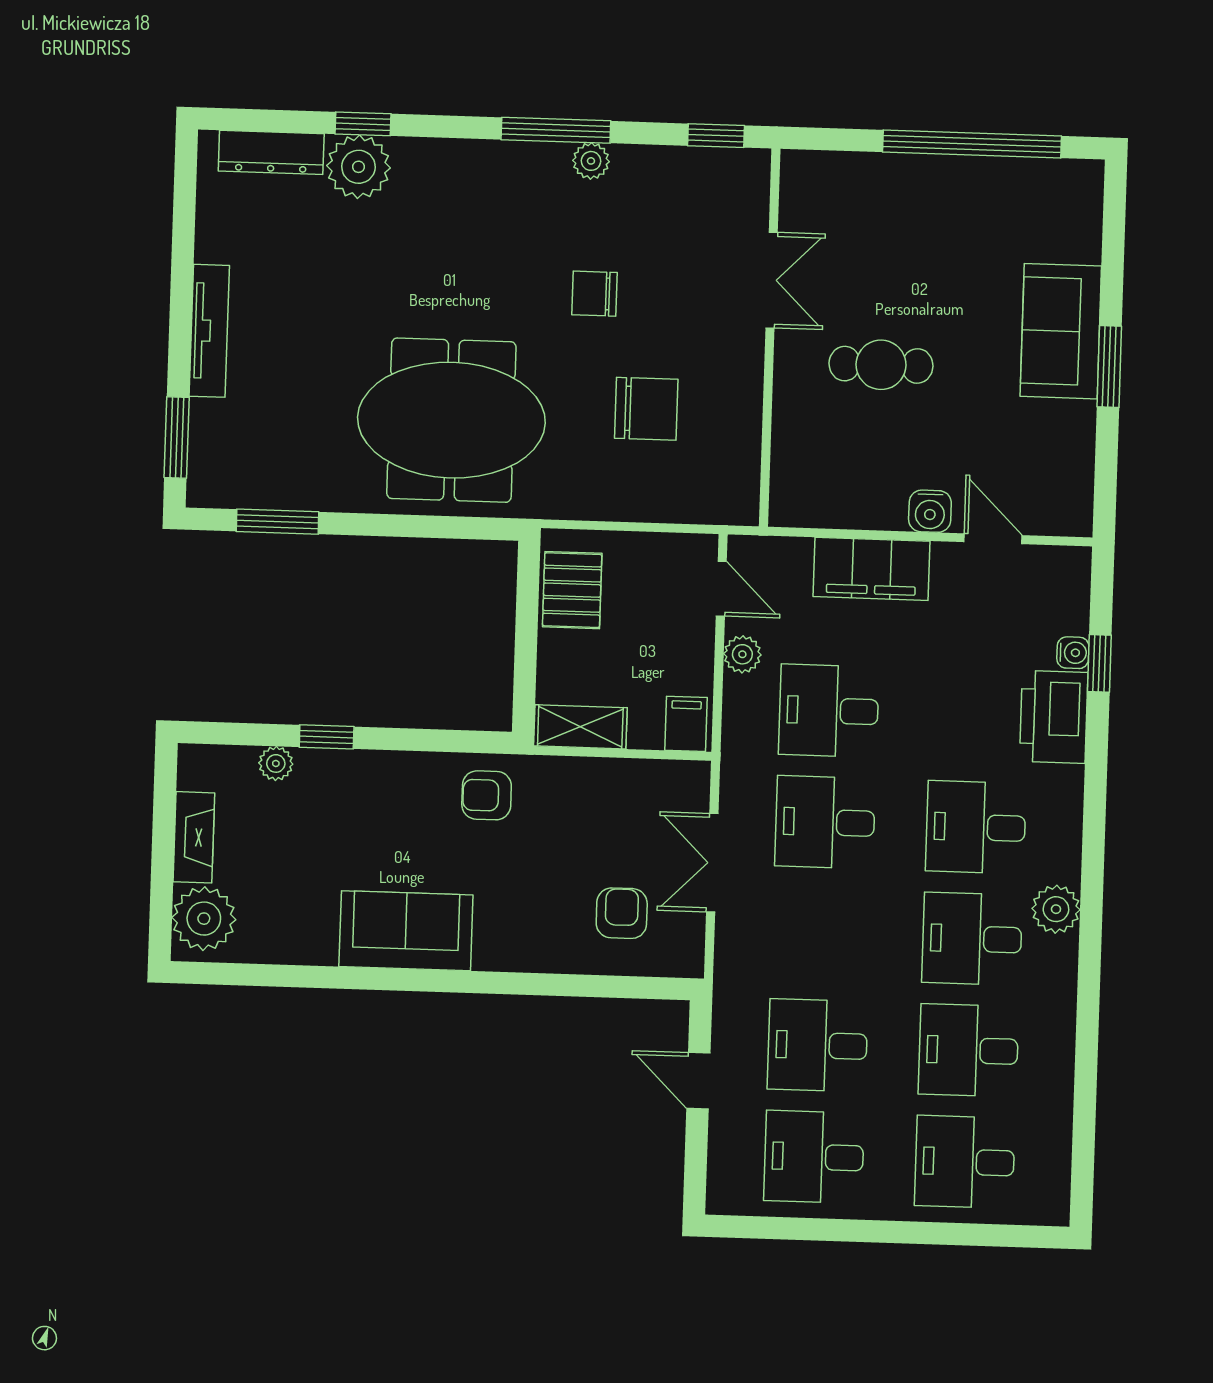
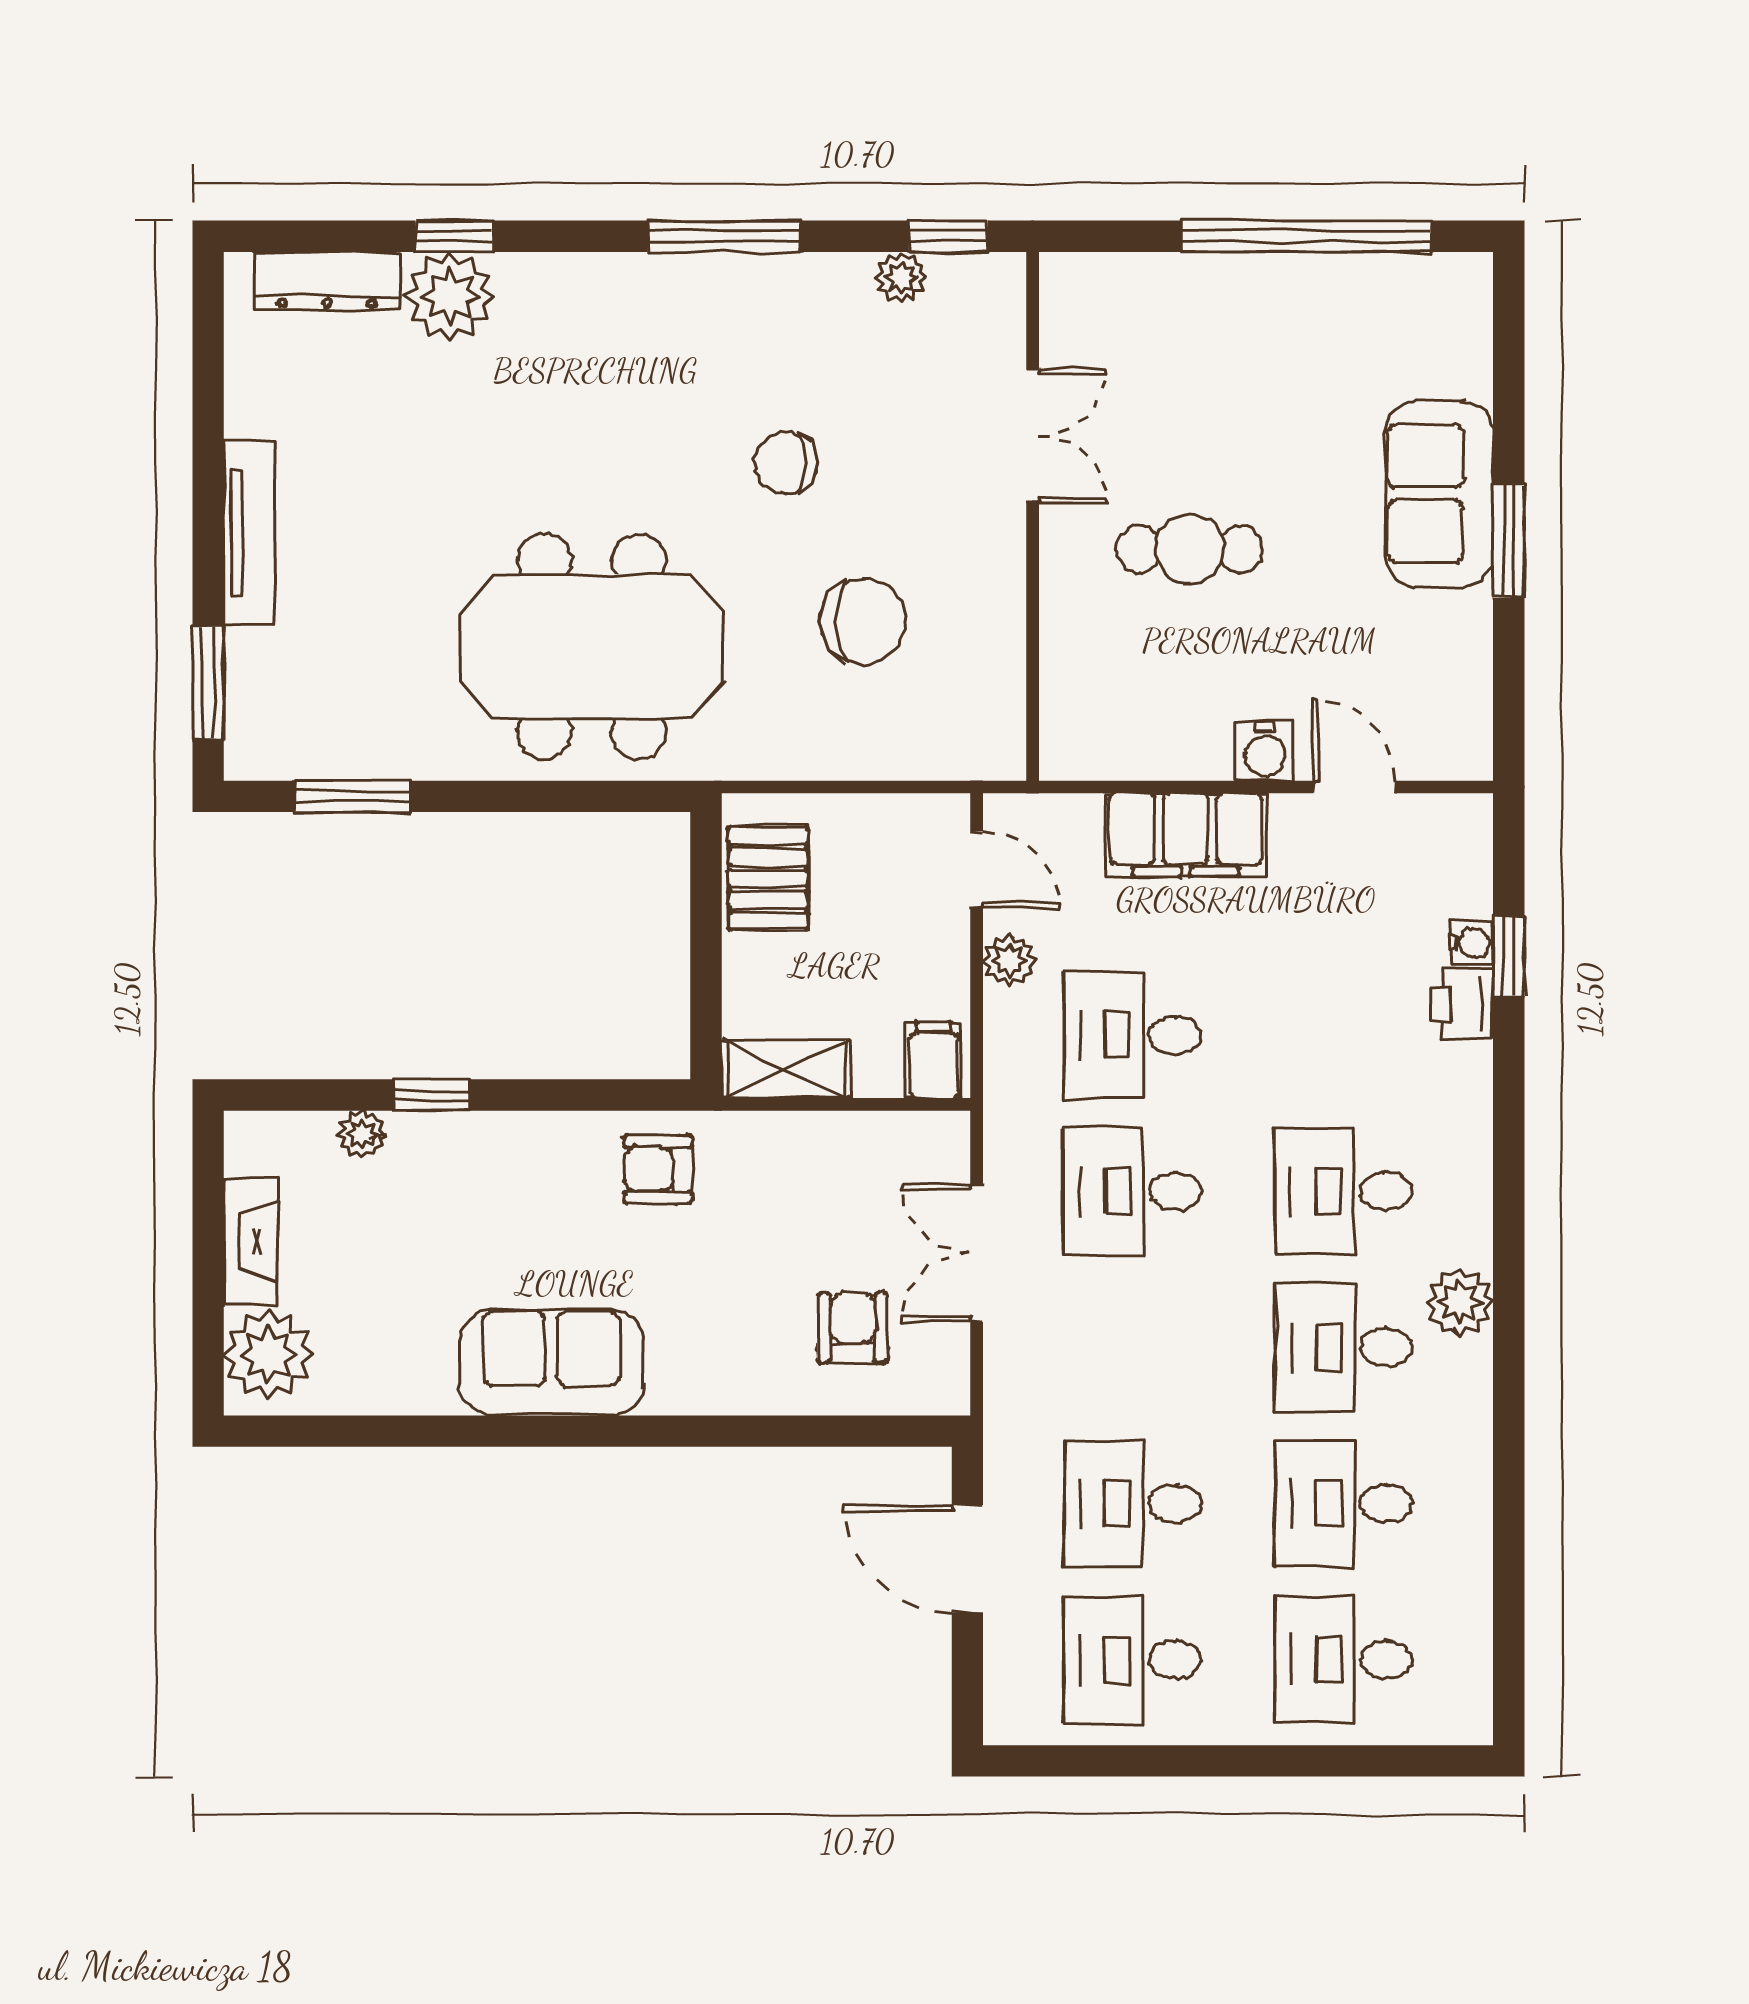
plant: (591, 161) -> (901, 278), moved
printer: (1054, 717) -> (1462, 1004), width x0.53, depth x0.68
door: (698, 1081) -> (967, 1559), width x1.38

